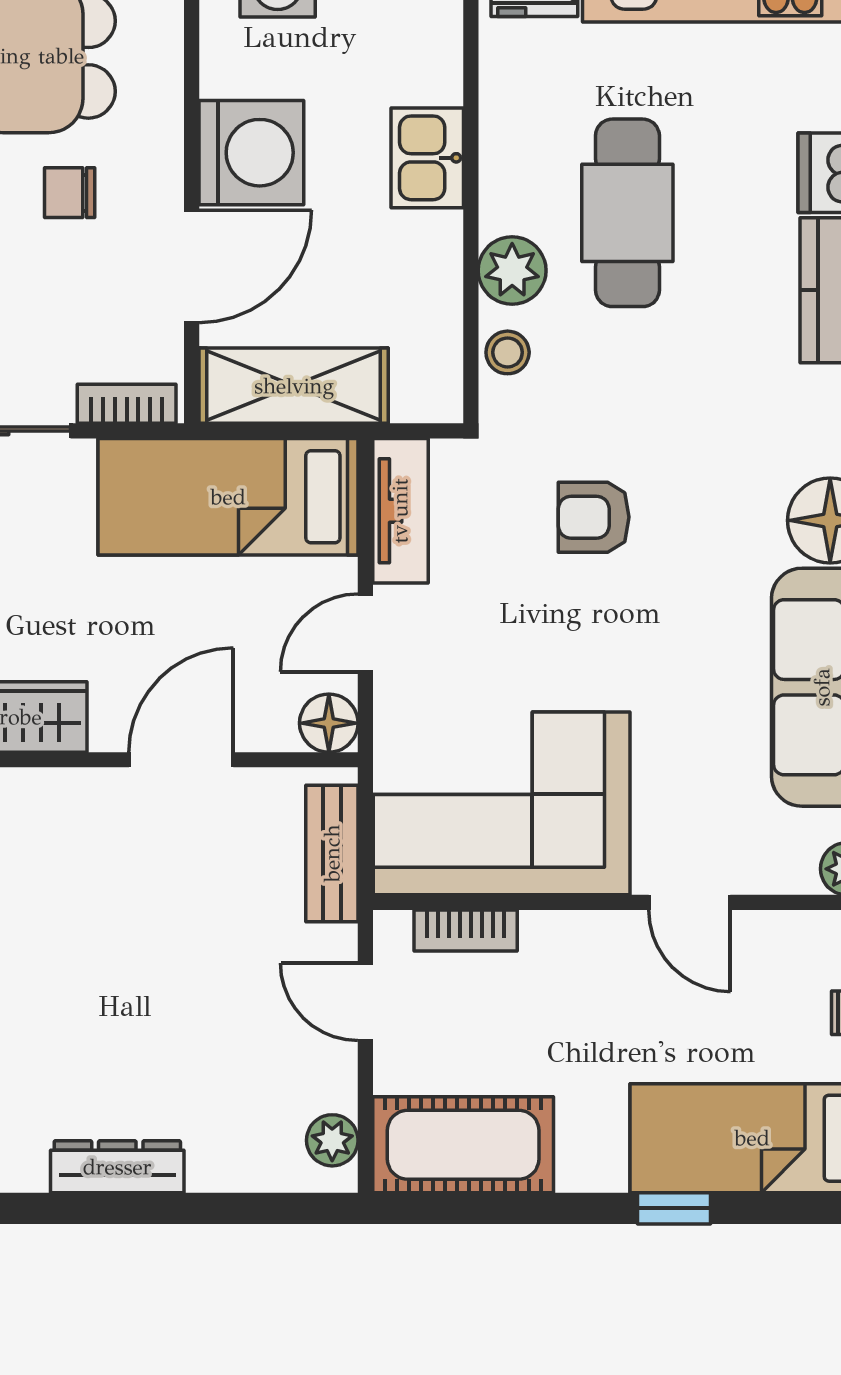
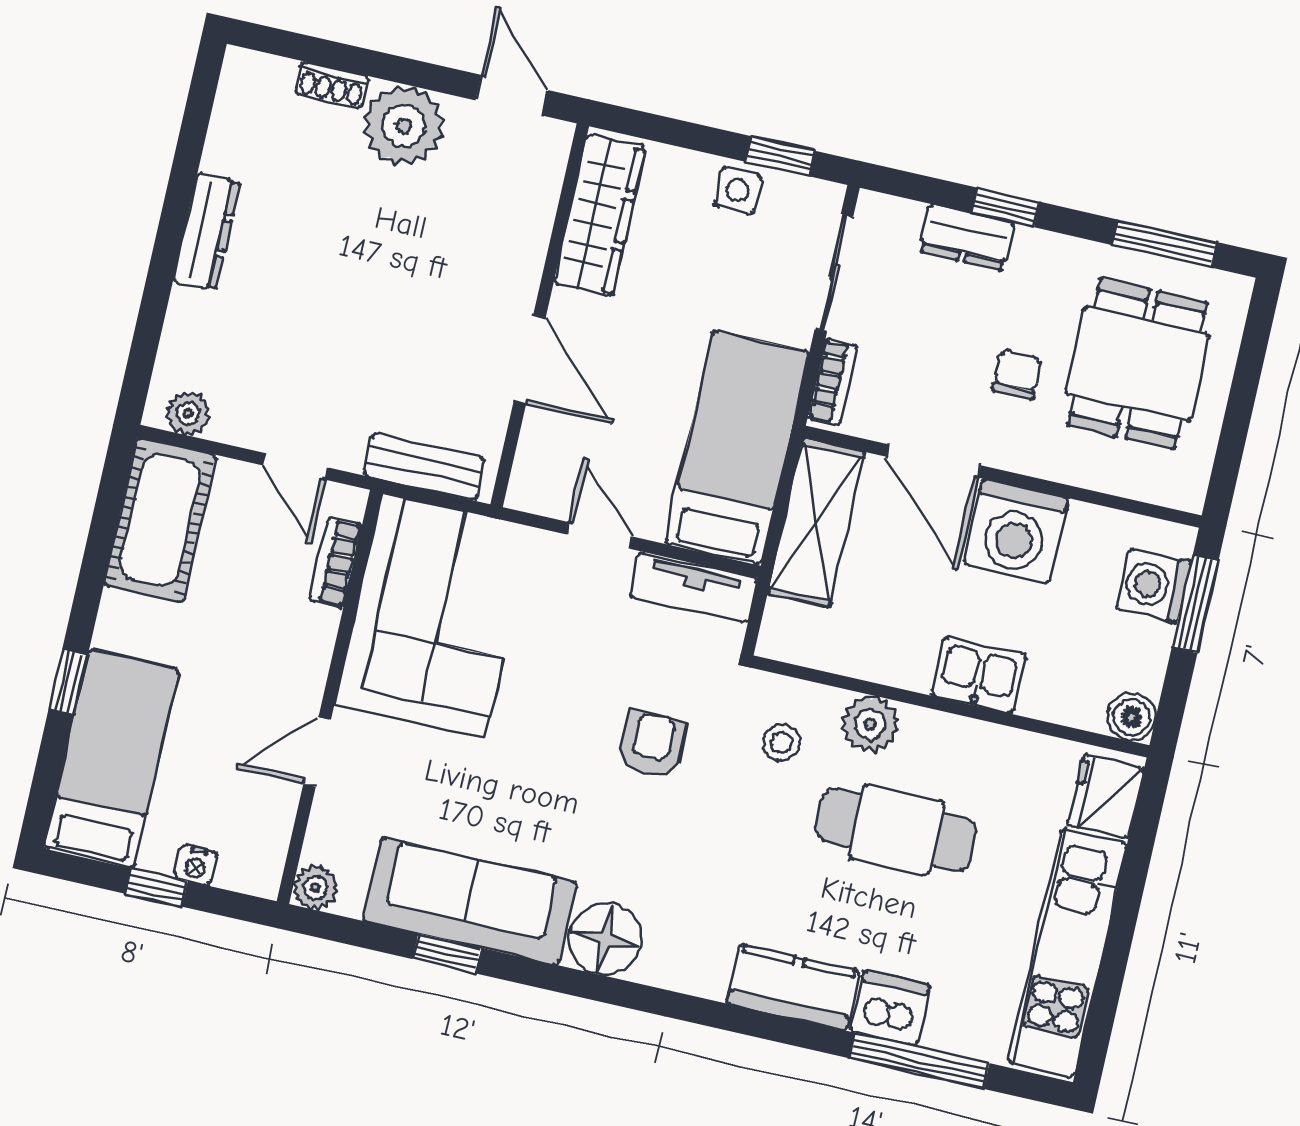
stool: (508, 352) -> (781, 743), moved
floor lamp: (329, 723) -> (532, 488), removed
door: (365, 1002) -> (296, 466), swing flipped

